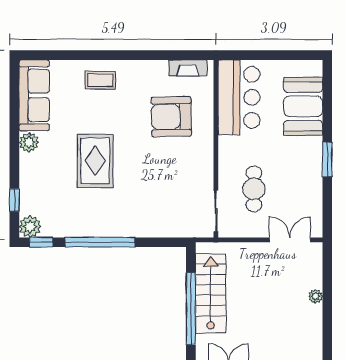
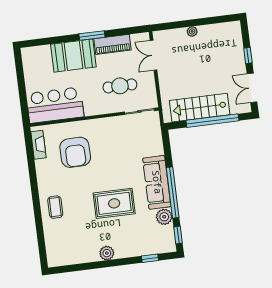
sofa: (34, 95) -> (157, 182), moved, turned -90
booth: (303, 106) -> (73, 56), moved
piano: (312, 186) -> (112, 44), added
plant: (30, 227) -> (164, 217), moved

